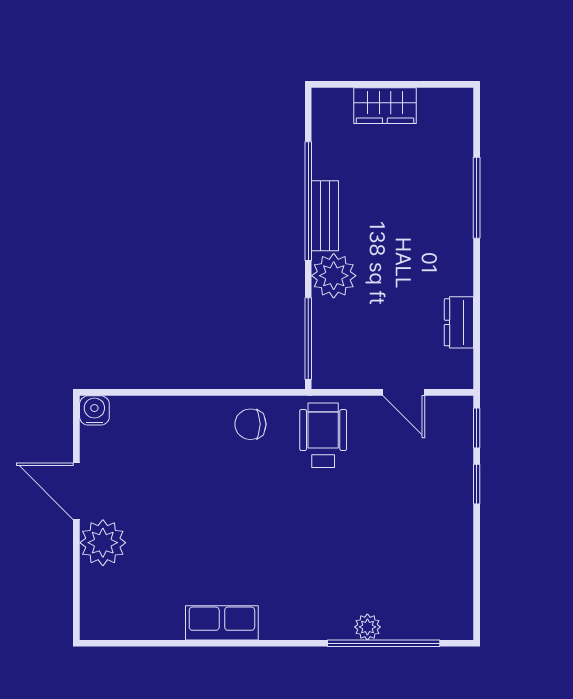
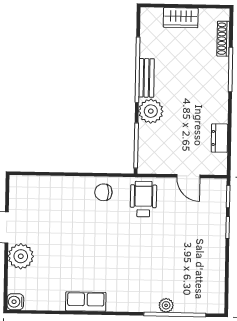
shoe rack: (463, 142) -> (223, 39), added
water cooler: (94, 410) -> (15, 302), moved, turned -90

